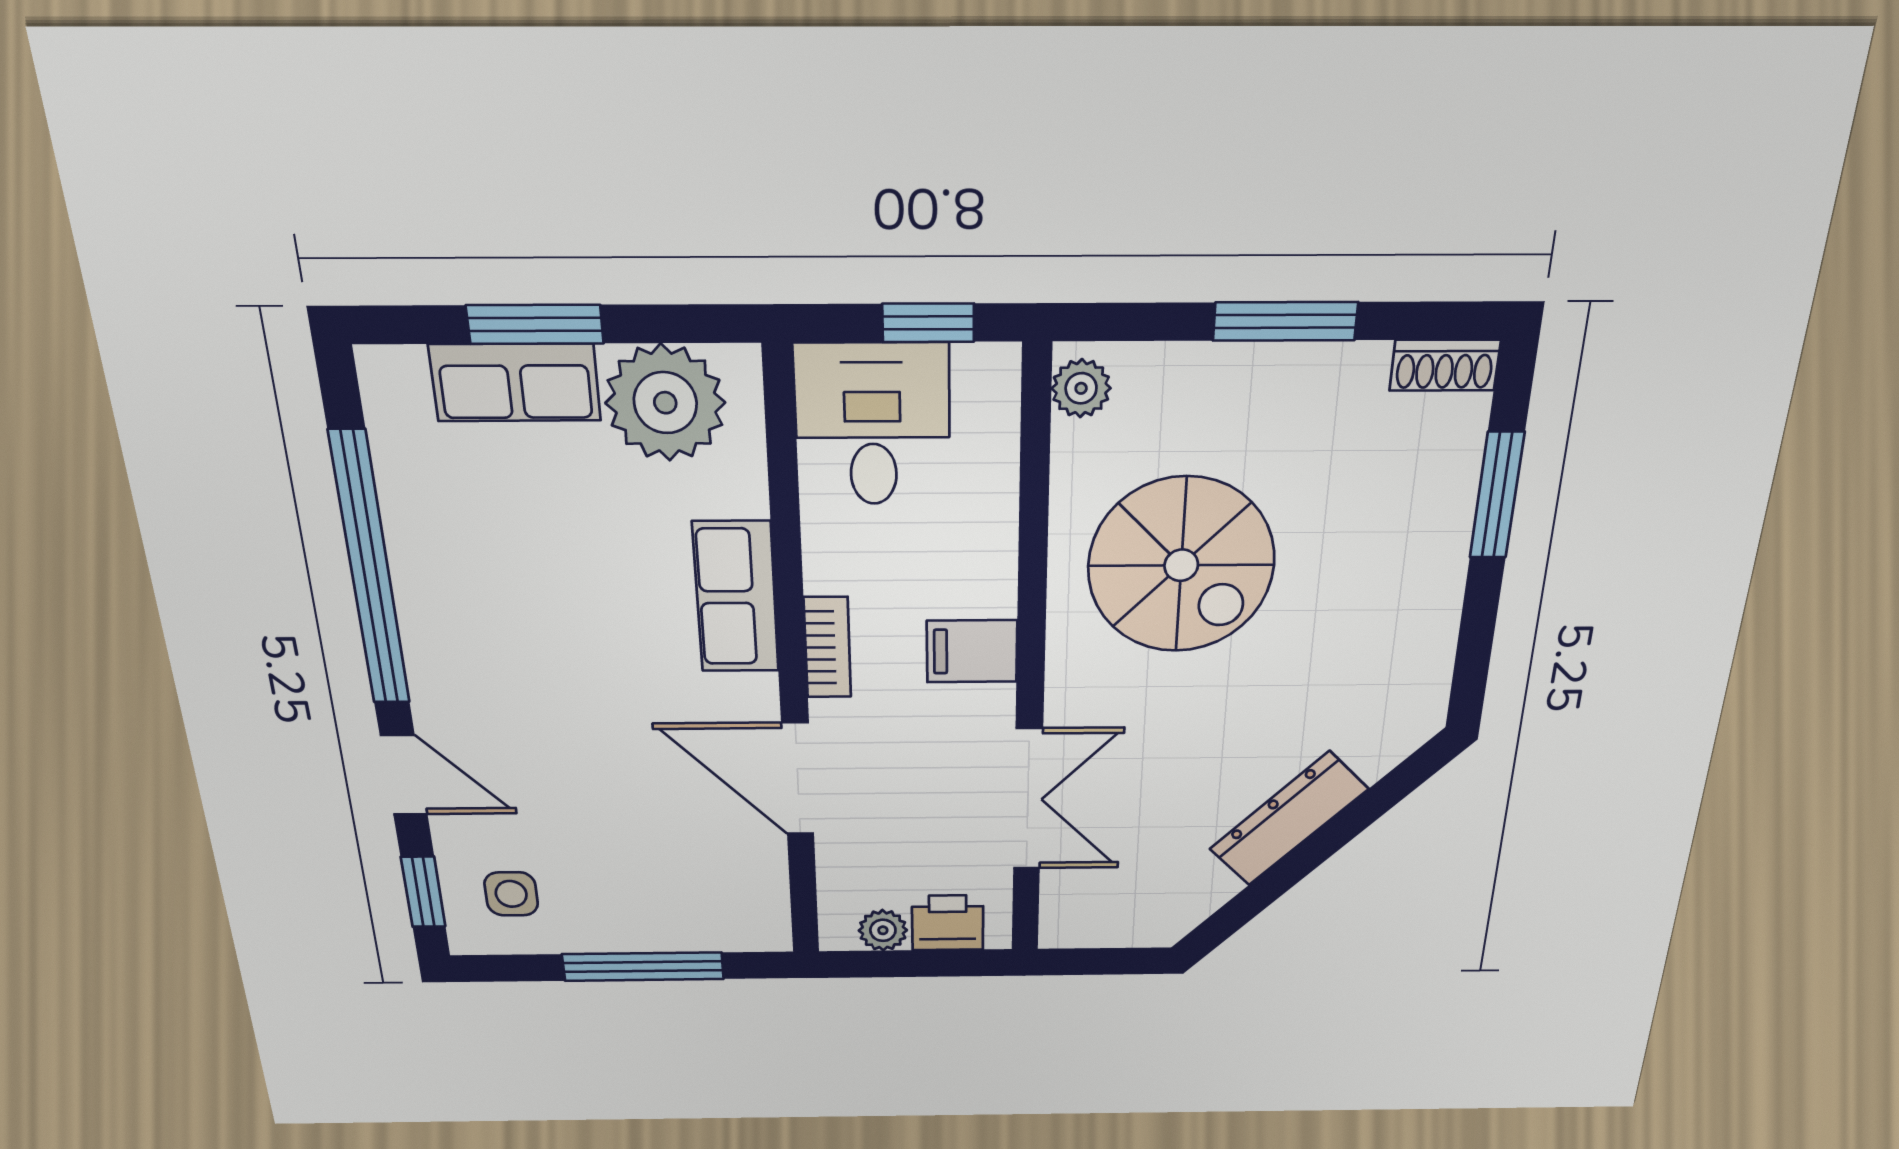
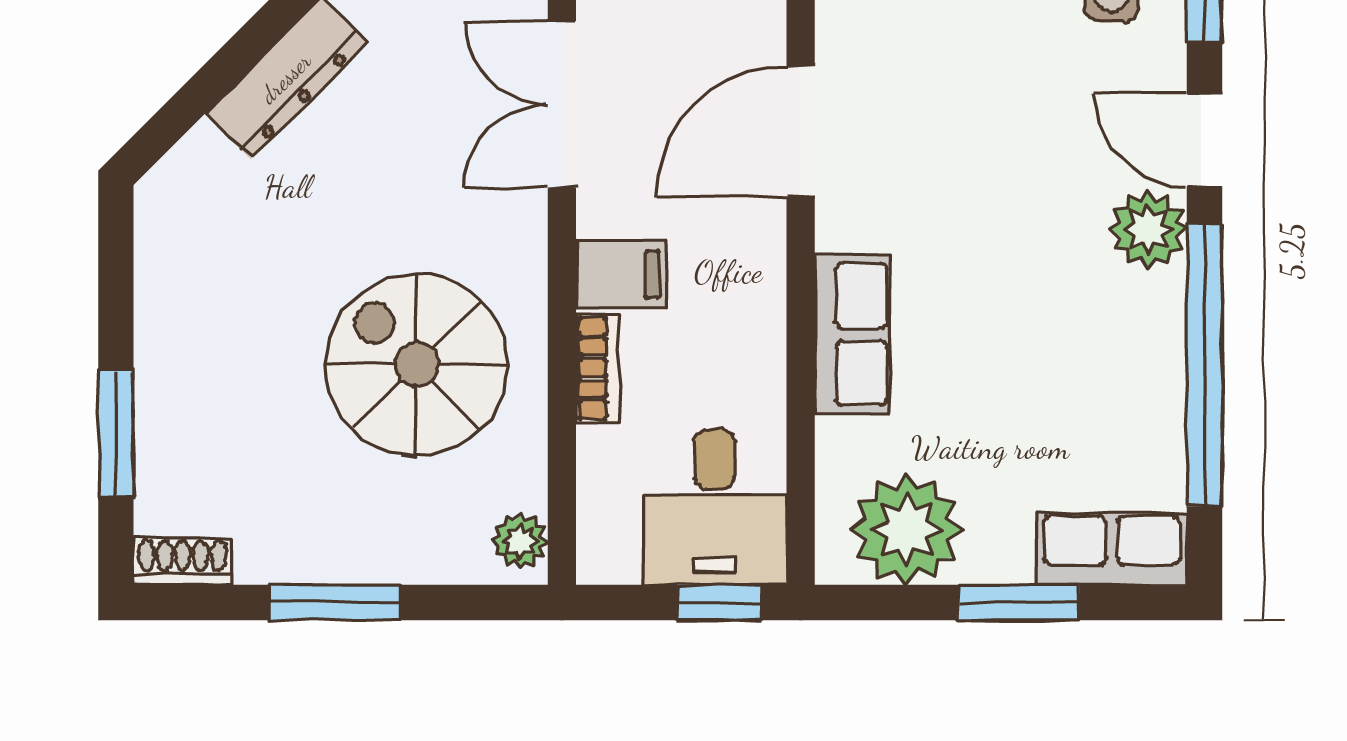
window: (928, 323) -> (719, 603), moved
row of seats: (515, 383) -> (1112, 549), moved
bookcase: (827, 647) -> (598, 368), moved, turned 180
plant: (447, 696) -> (1148, 229), added
door: (798, 779) -> (801, 132), swing flipped

